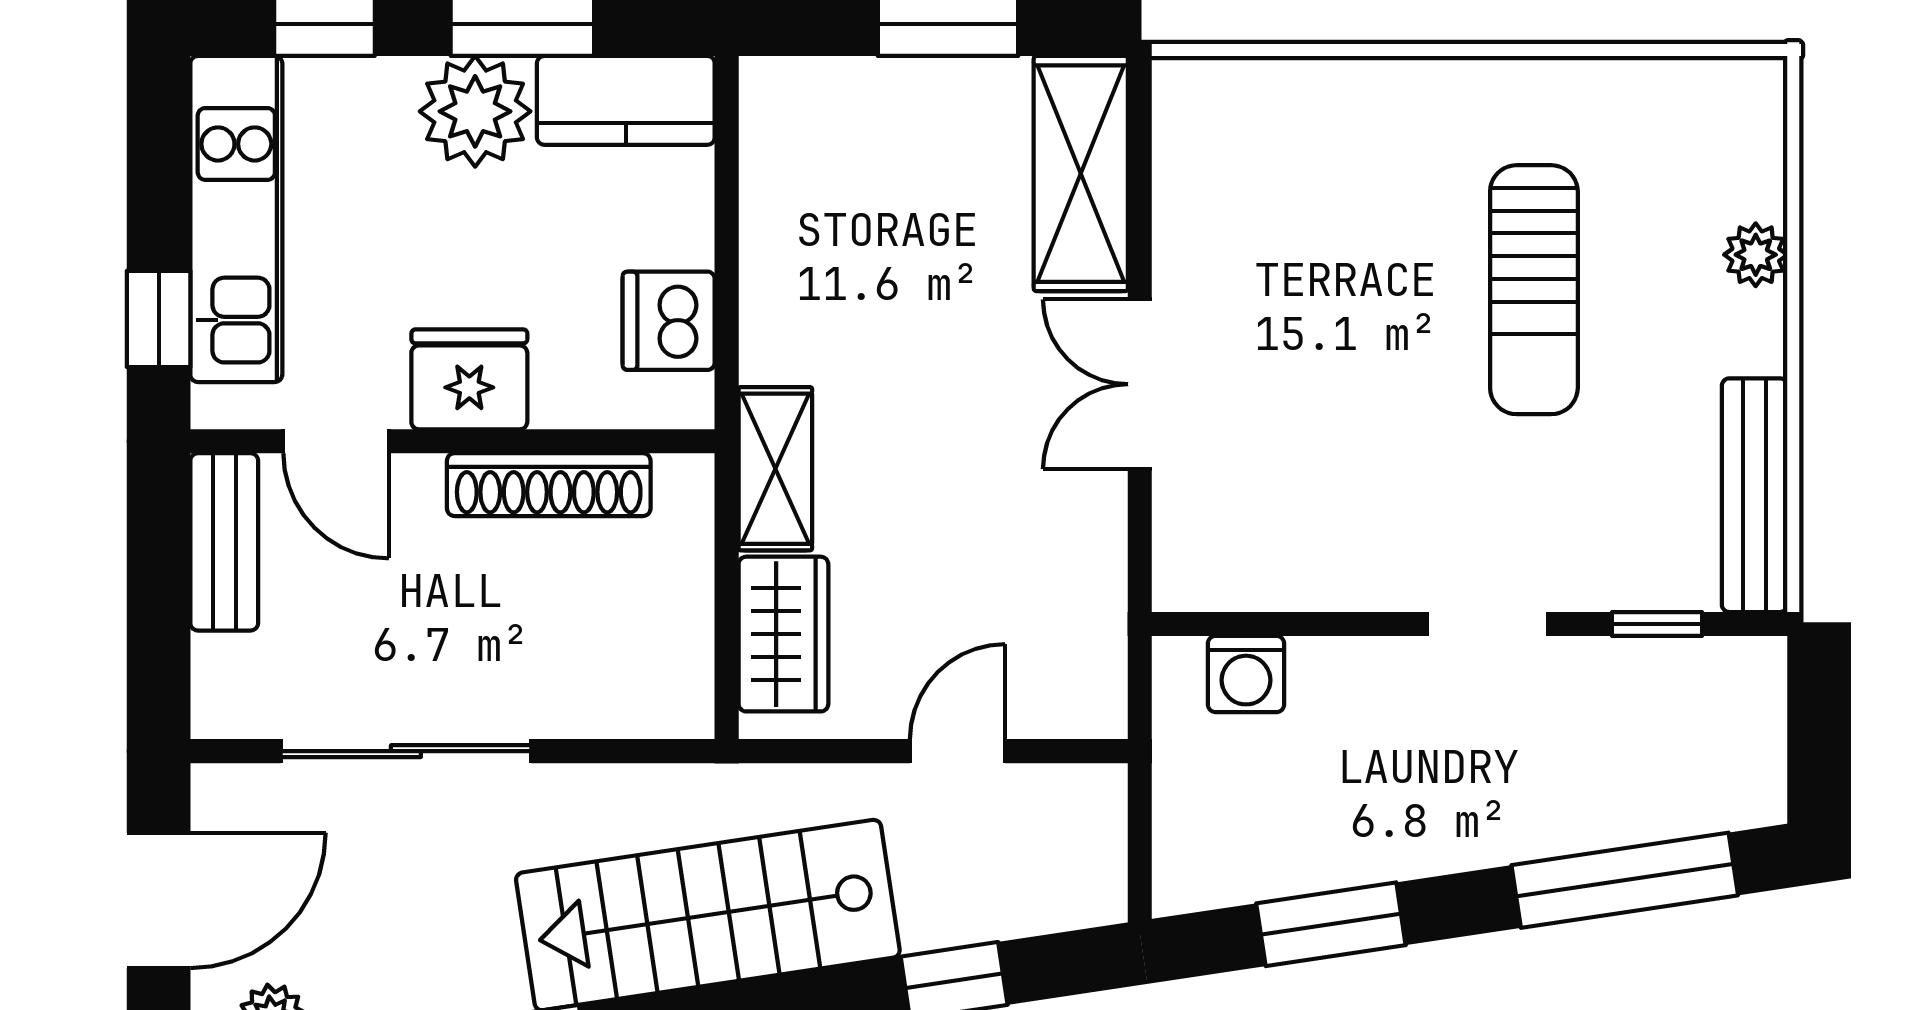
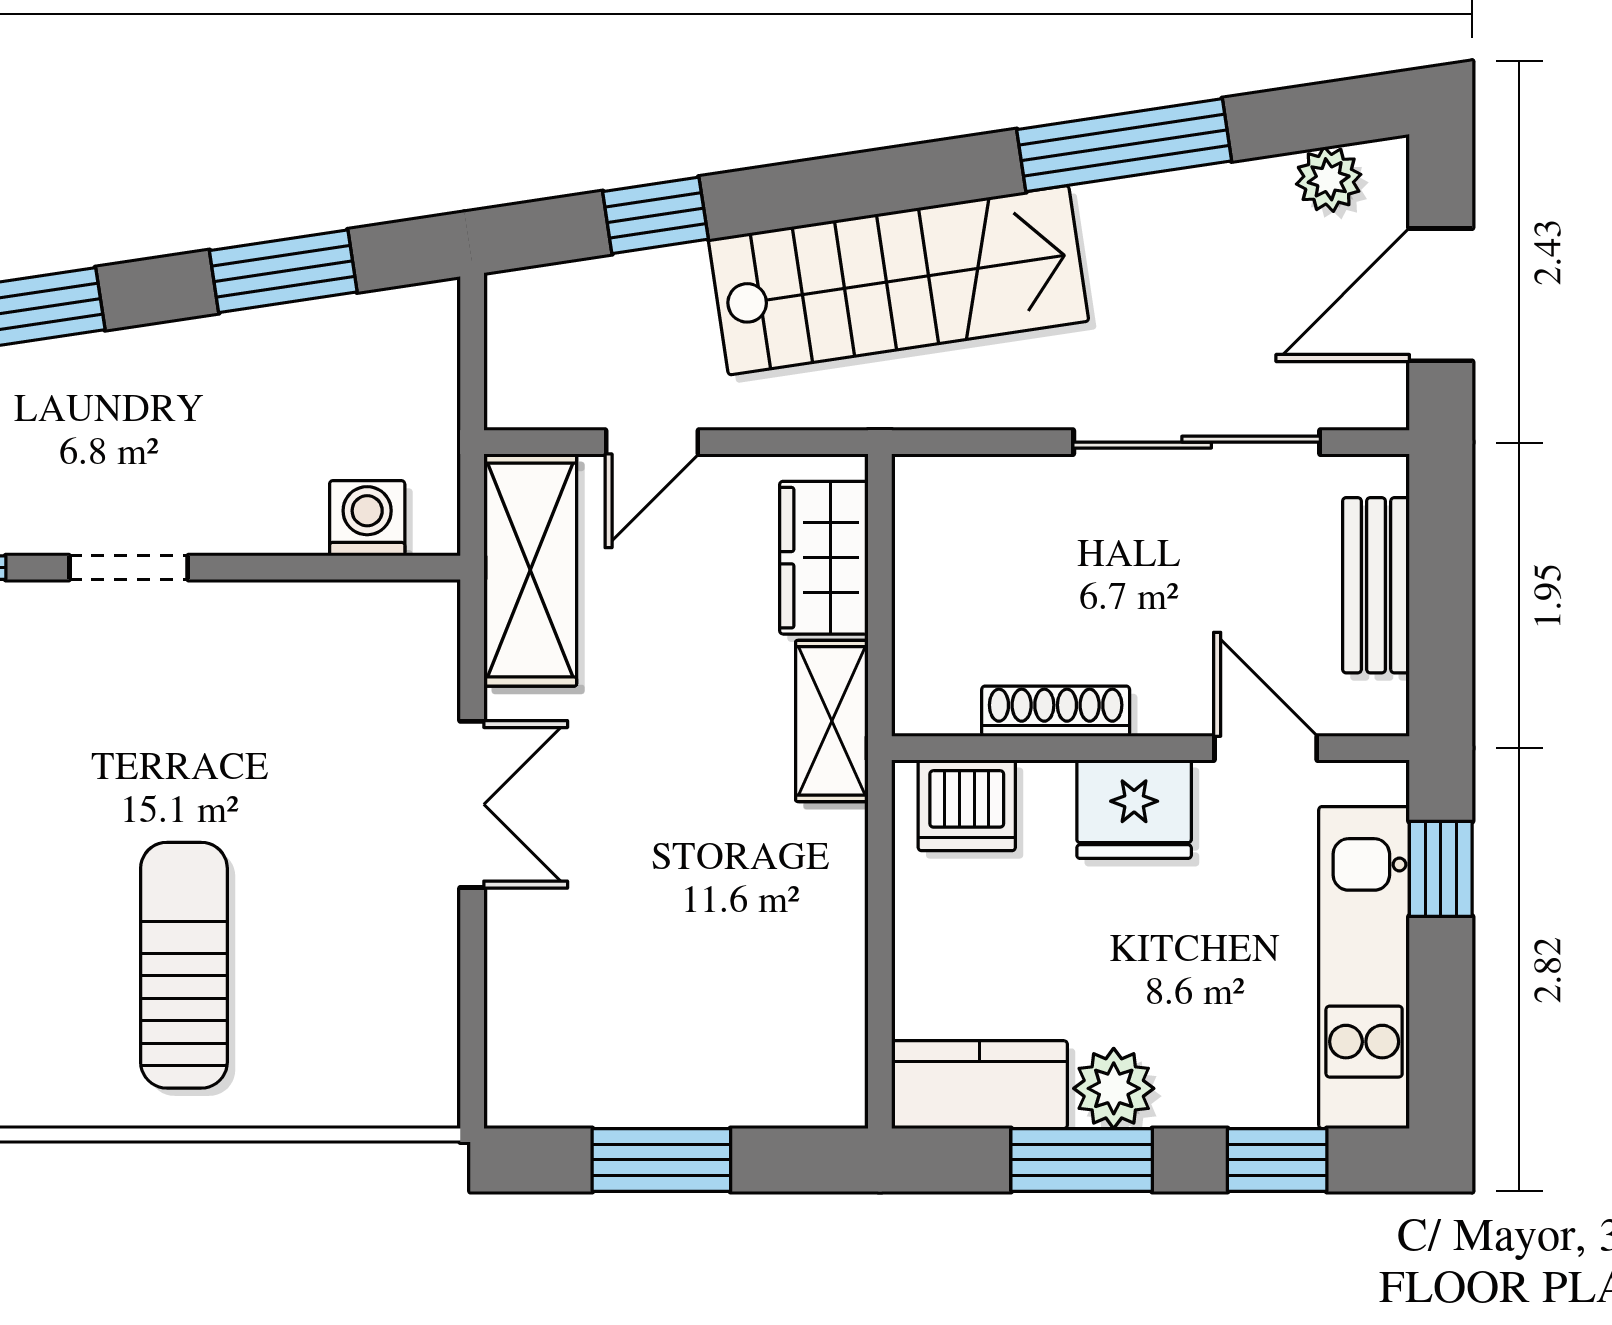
plant: (475, 111) -> (1114, 1088), width x0.73, depth x0.73
shelving: (1081, 174) -> (530, 570), moved
sun lounger: (1534, 290) -> (184, 965), moved
dishwasher: (669, 321) -> (967, 805), moved, turned 90
shoe rack: (549, 485) -> (1056, 711), width x0.74, depth x0.81
bench: (224, 542) -> (1376, 585), moved

